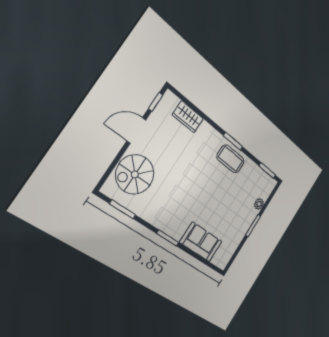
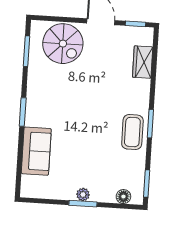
spiral stairs: (135, 174) -> (63, 44), turned 180
floor lamp: (265, 193) -> (123, 197), added
plant: (259, 204) -> (83, 195), moved

